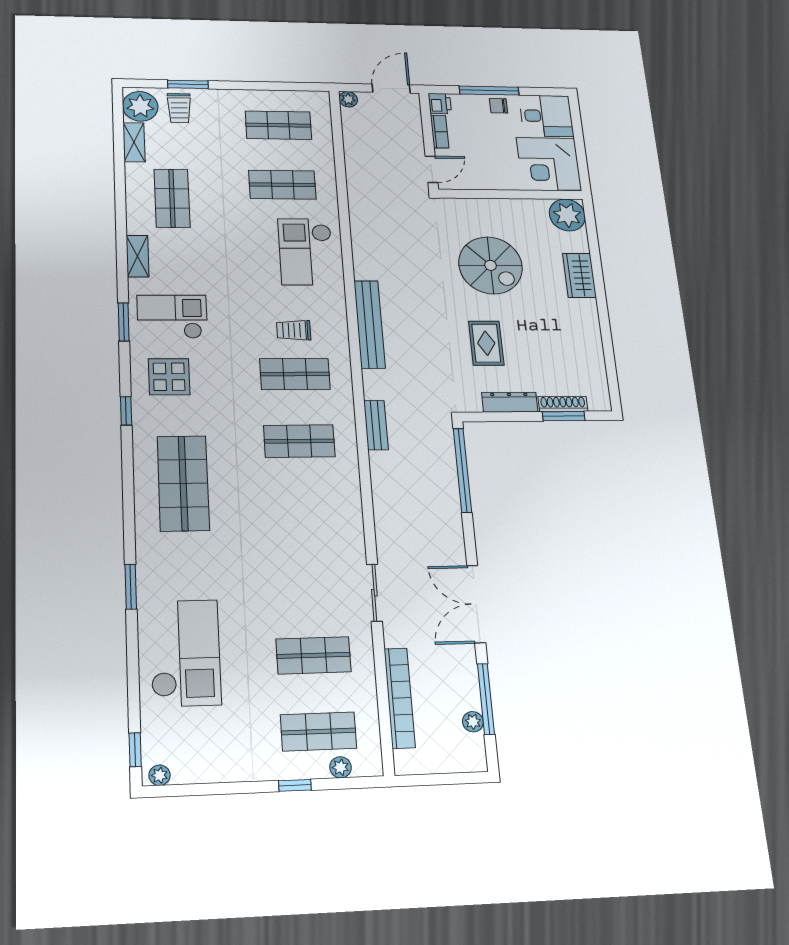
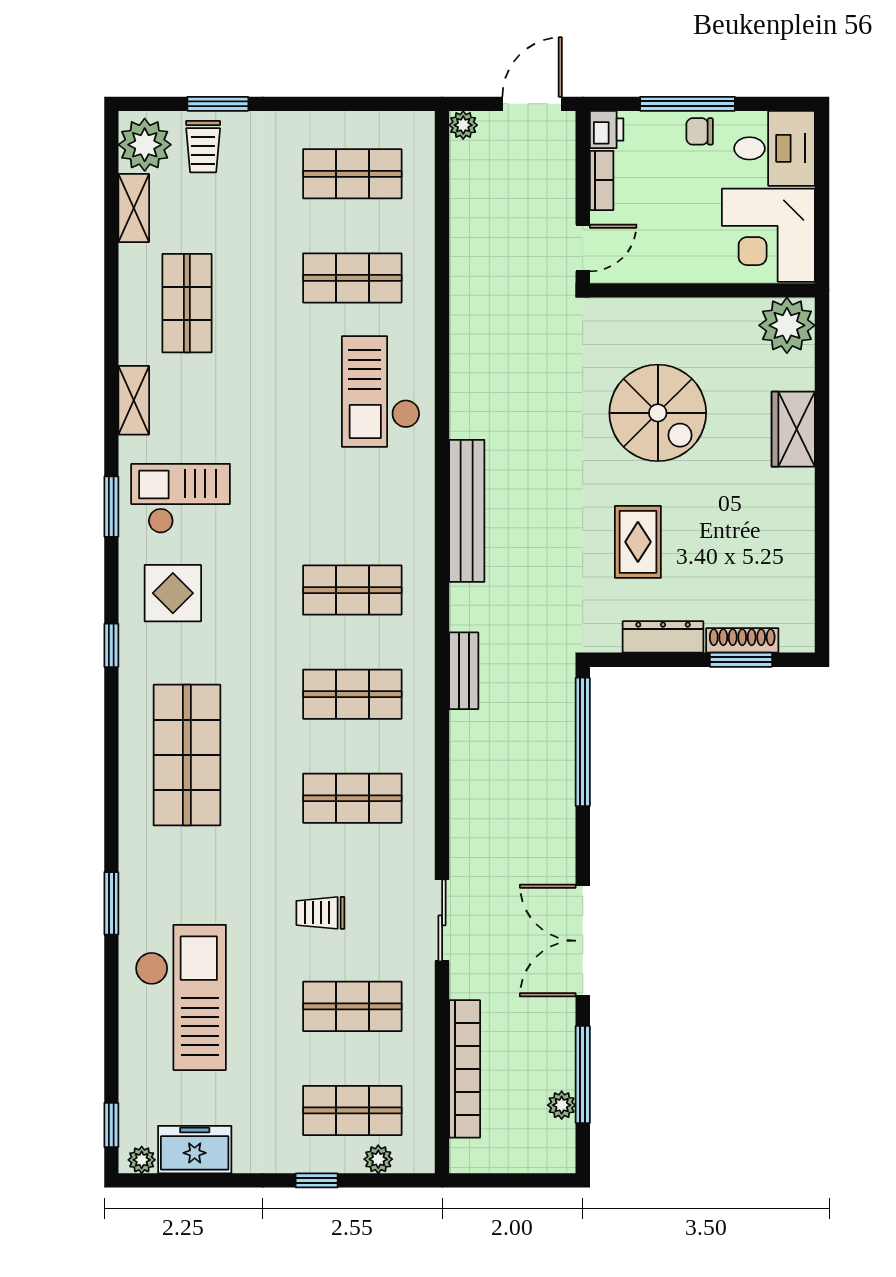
trolley: (294, 330) -> (320, 913), moved
shop shelf: (304, 510) -> (352, 798), added
freezer: (200, 766) -> (195, 1150), added

